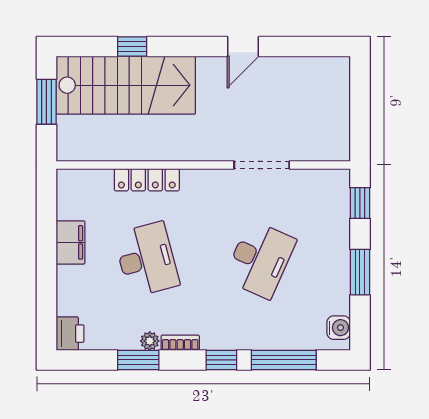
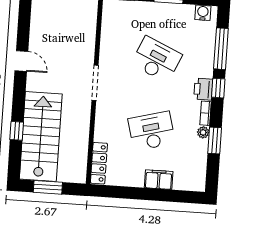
doorway: (262, 165) -> (95, 83), moved
locker: (147, 180) -> (99, 163), moved
filing cabinet: (70, 242) -> (159, 180), moved
printer: (70, 334) -> (203, 89), moved, turned -90

